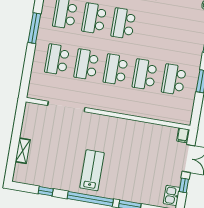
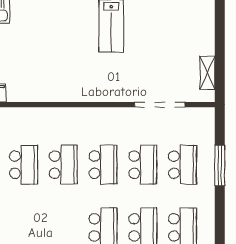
window: (34, 28) -> (220, 165), moved
shelving: (23, 151) -> (207, 73), moved

